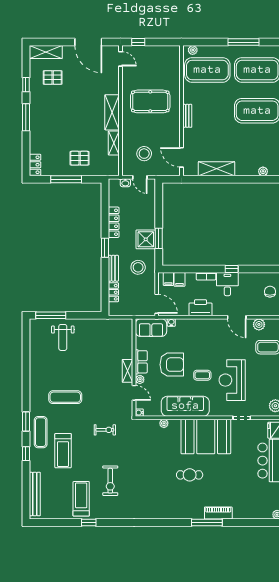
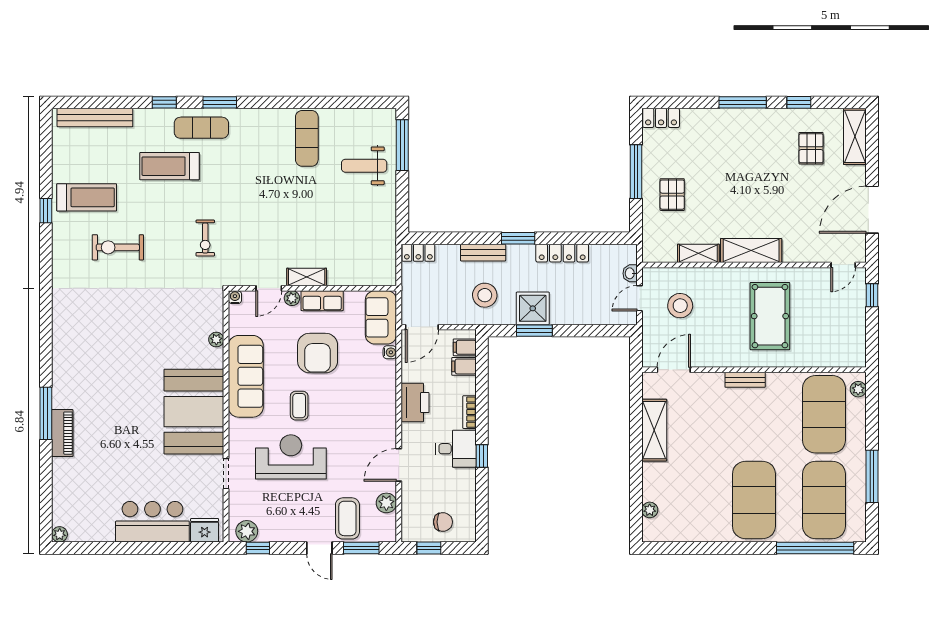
locker: (113, 292) -> (418, 253), moved
exercise mat: (65, 397) -> (307, 138), moved
cafe table: (190, 475) -> (128, 384), removed

